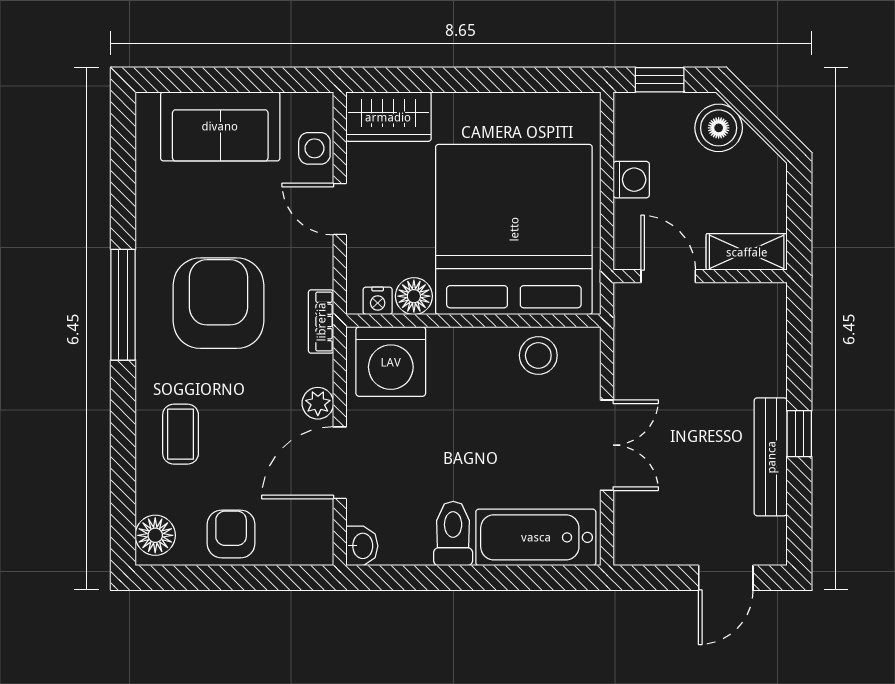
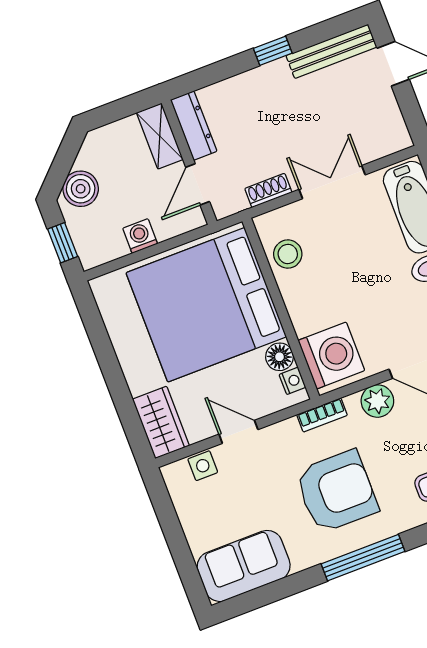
sofa: (220, 126) -> (244, 566), moved, turned -90
door: (340, 209) -> (238, 432), swing flipped
dresser: (744, 299) -> (194, 126), added
armchair: (219, 303) -> (337, 491), turned 180
shoe rack: (627, 362) -> (268, 190), added
plant: (318, 403) -> (377, 401), width x1.38, depth x1.38
bench: (771, 457) -> (331, 51), moved

